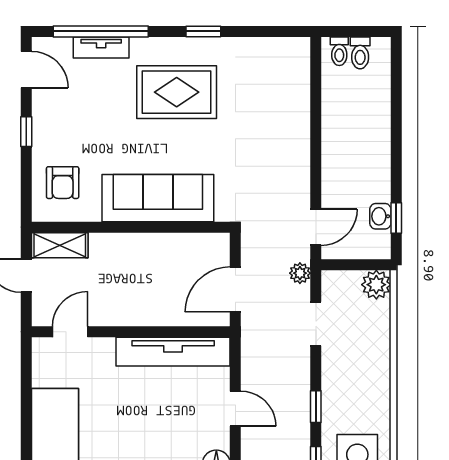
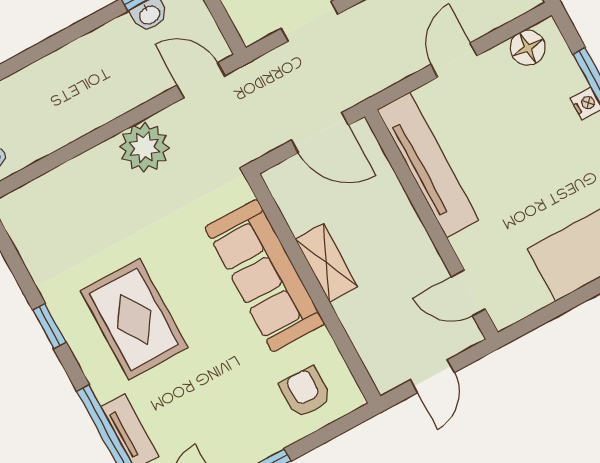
armchair: (63, 183) -> (305, 392), turned -90
shelving: (60, 245) -> (326, 263), moved
plant: (300, 273) -> (144, 147), moved, width x1.87, depth x1.87

